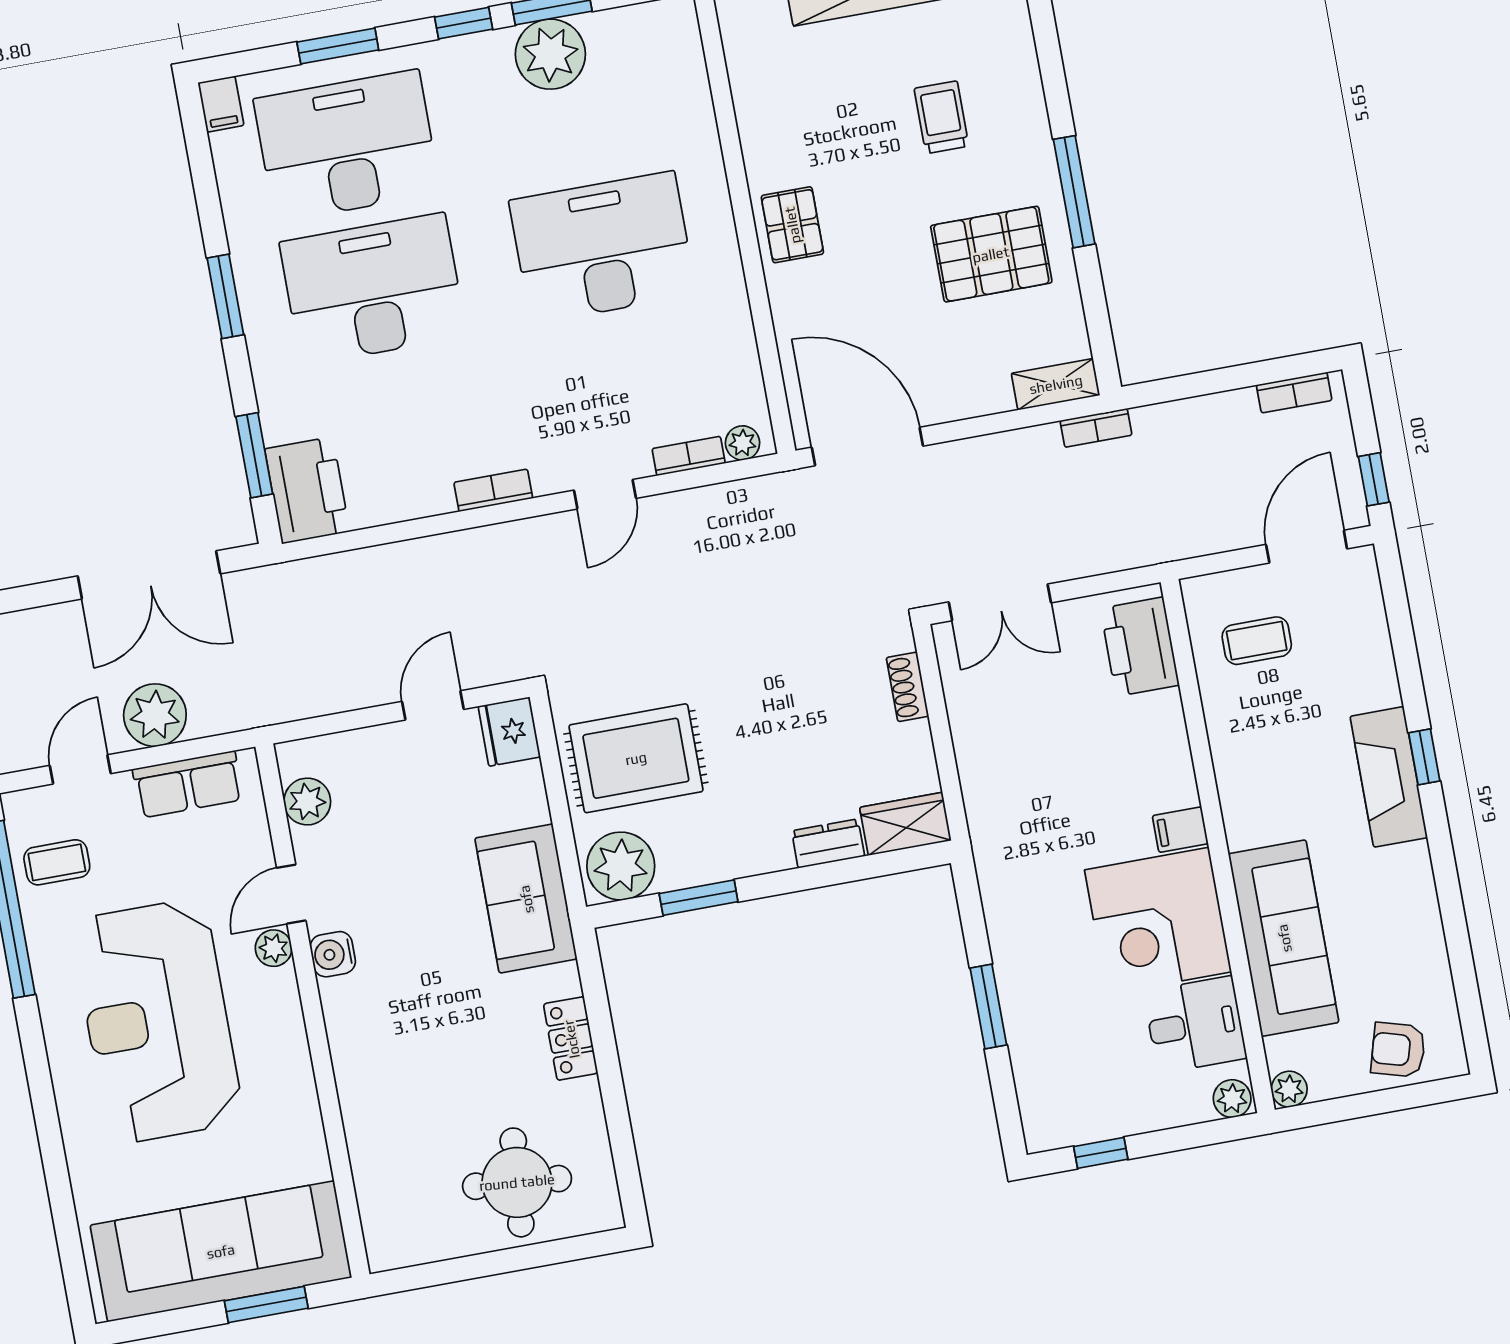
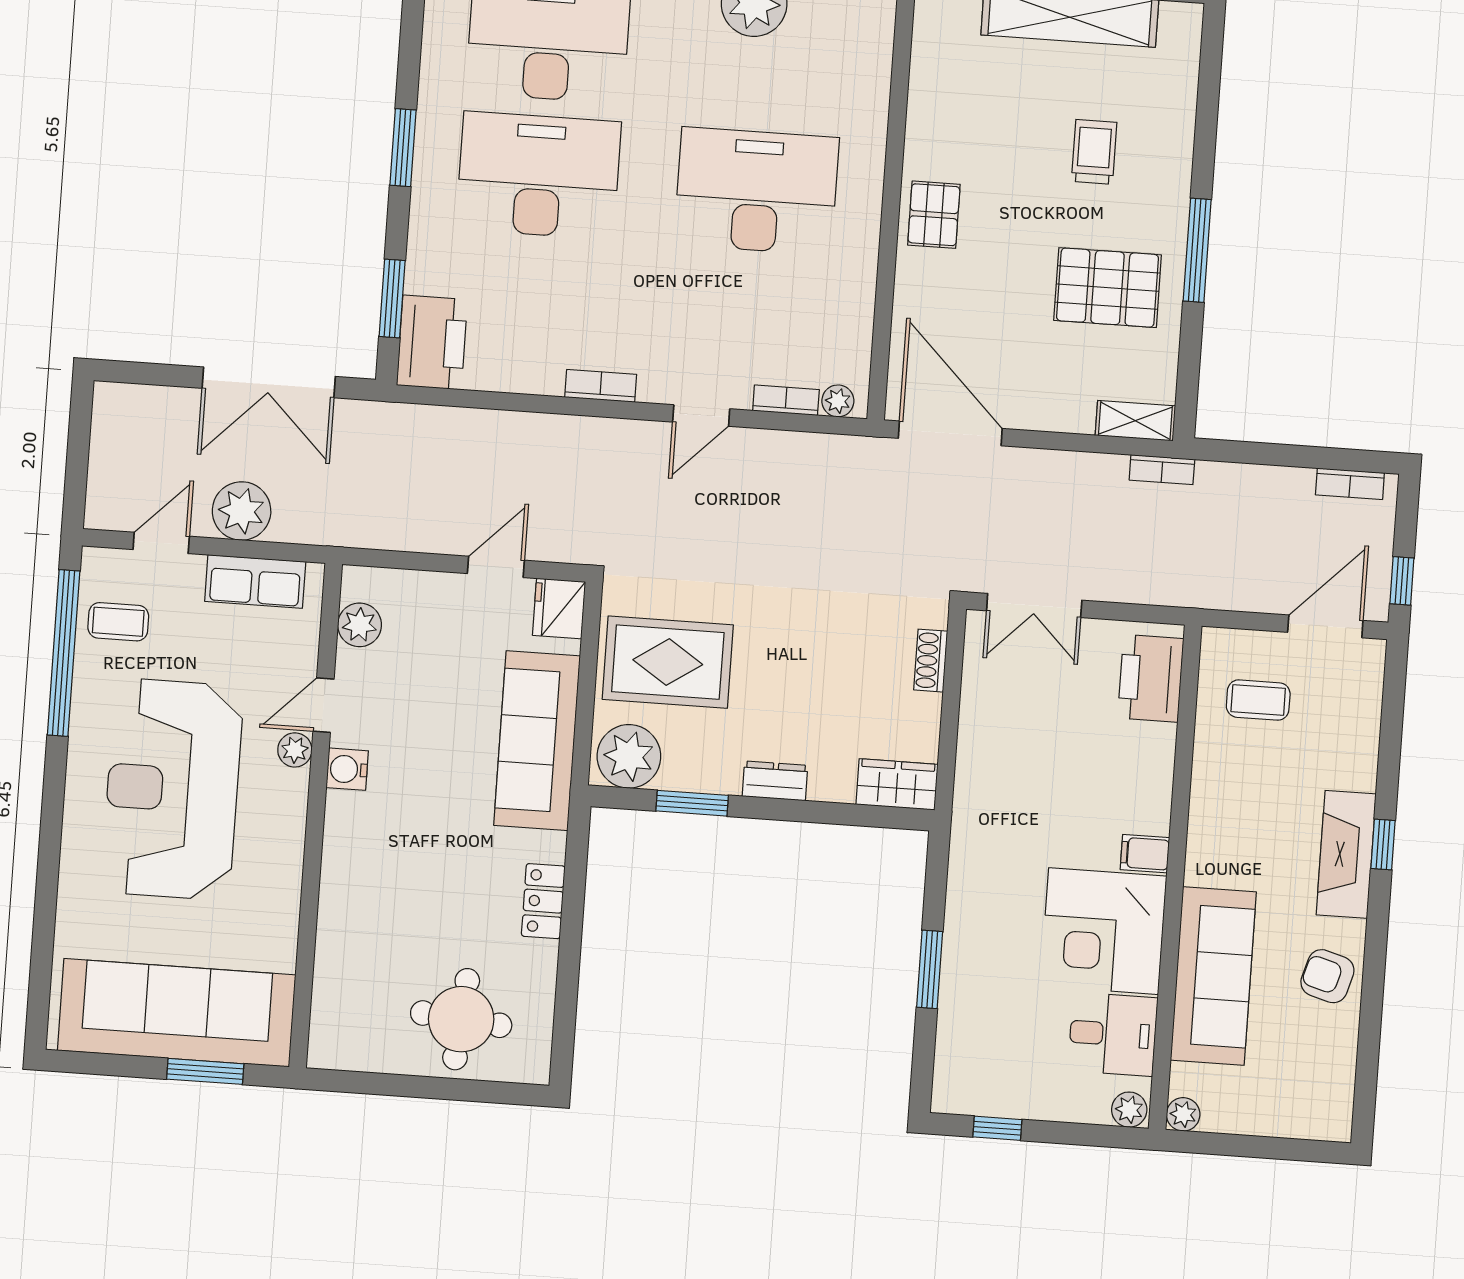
dresser: (828, 844) -> (775, 781), moved
sofa: (526, 899) -> (537, 741), width x1.36
armchair: (1398, 1050) -> (1327, 976), moved

